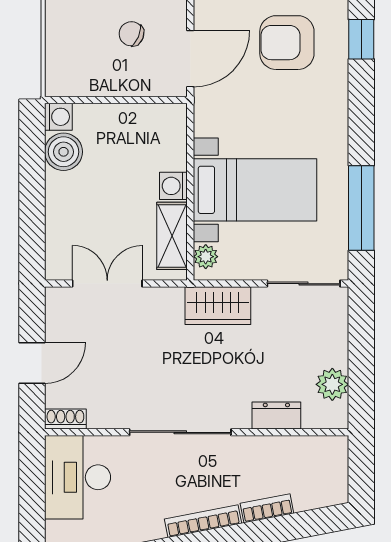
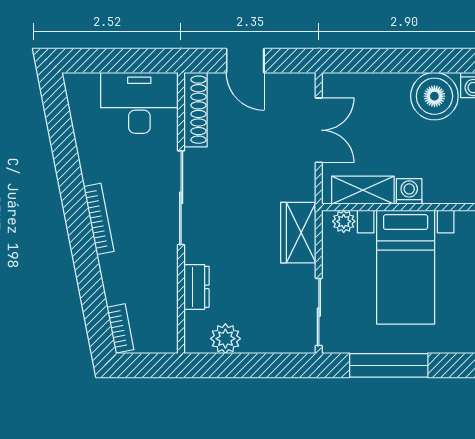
boiler: (64, 152) -> (434, 96), width x1.37, depth x1.37
shoe rack: (65, 419) -> (196, 110), width x1.94, depth x1.24
bookcase: (267, 508) -> (120, 328), moved

